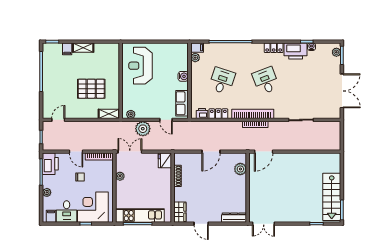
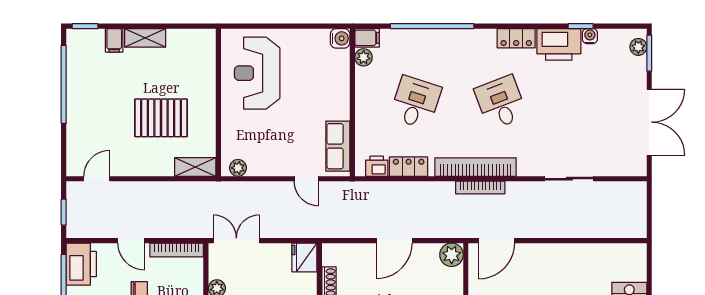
water cooler: (183, 76) -> (340, 38), moved
plant: (143, 129) -> (261, 196), removed
plant: (240, 169) -> (452, 255), moved

